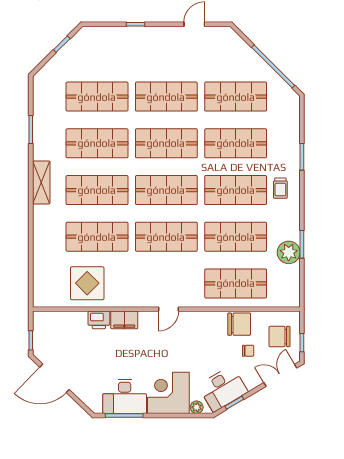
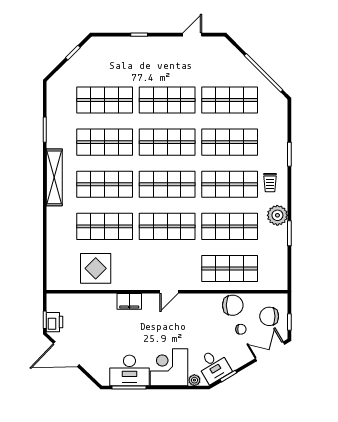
shelving: (41, 182) -> (54, 177), width x1.47
plant: (289, 252) -> (277, 215), moved
printer: (99, 320) -> (55, 322), moved, turned -90
desk: (223, 389) -> (214, 366), width x0.73

